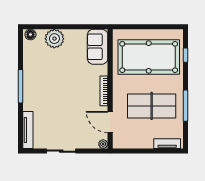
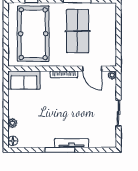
plant: (54, 39) -> (12, 123), width x0.53, depth x0.53
door: (110, 122) -> (92, 69), hinge flipped
tv unit: (28, 130) -> (72, 143), moved
tv unit: (167, 144) -> (112, 17), removed

